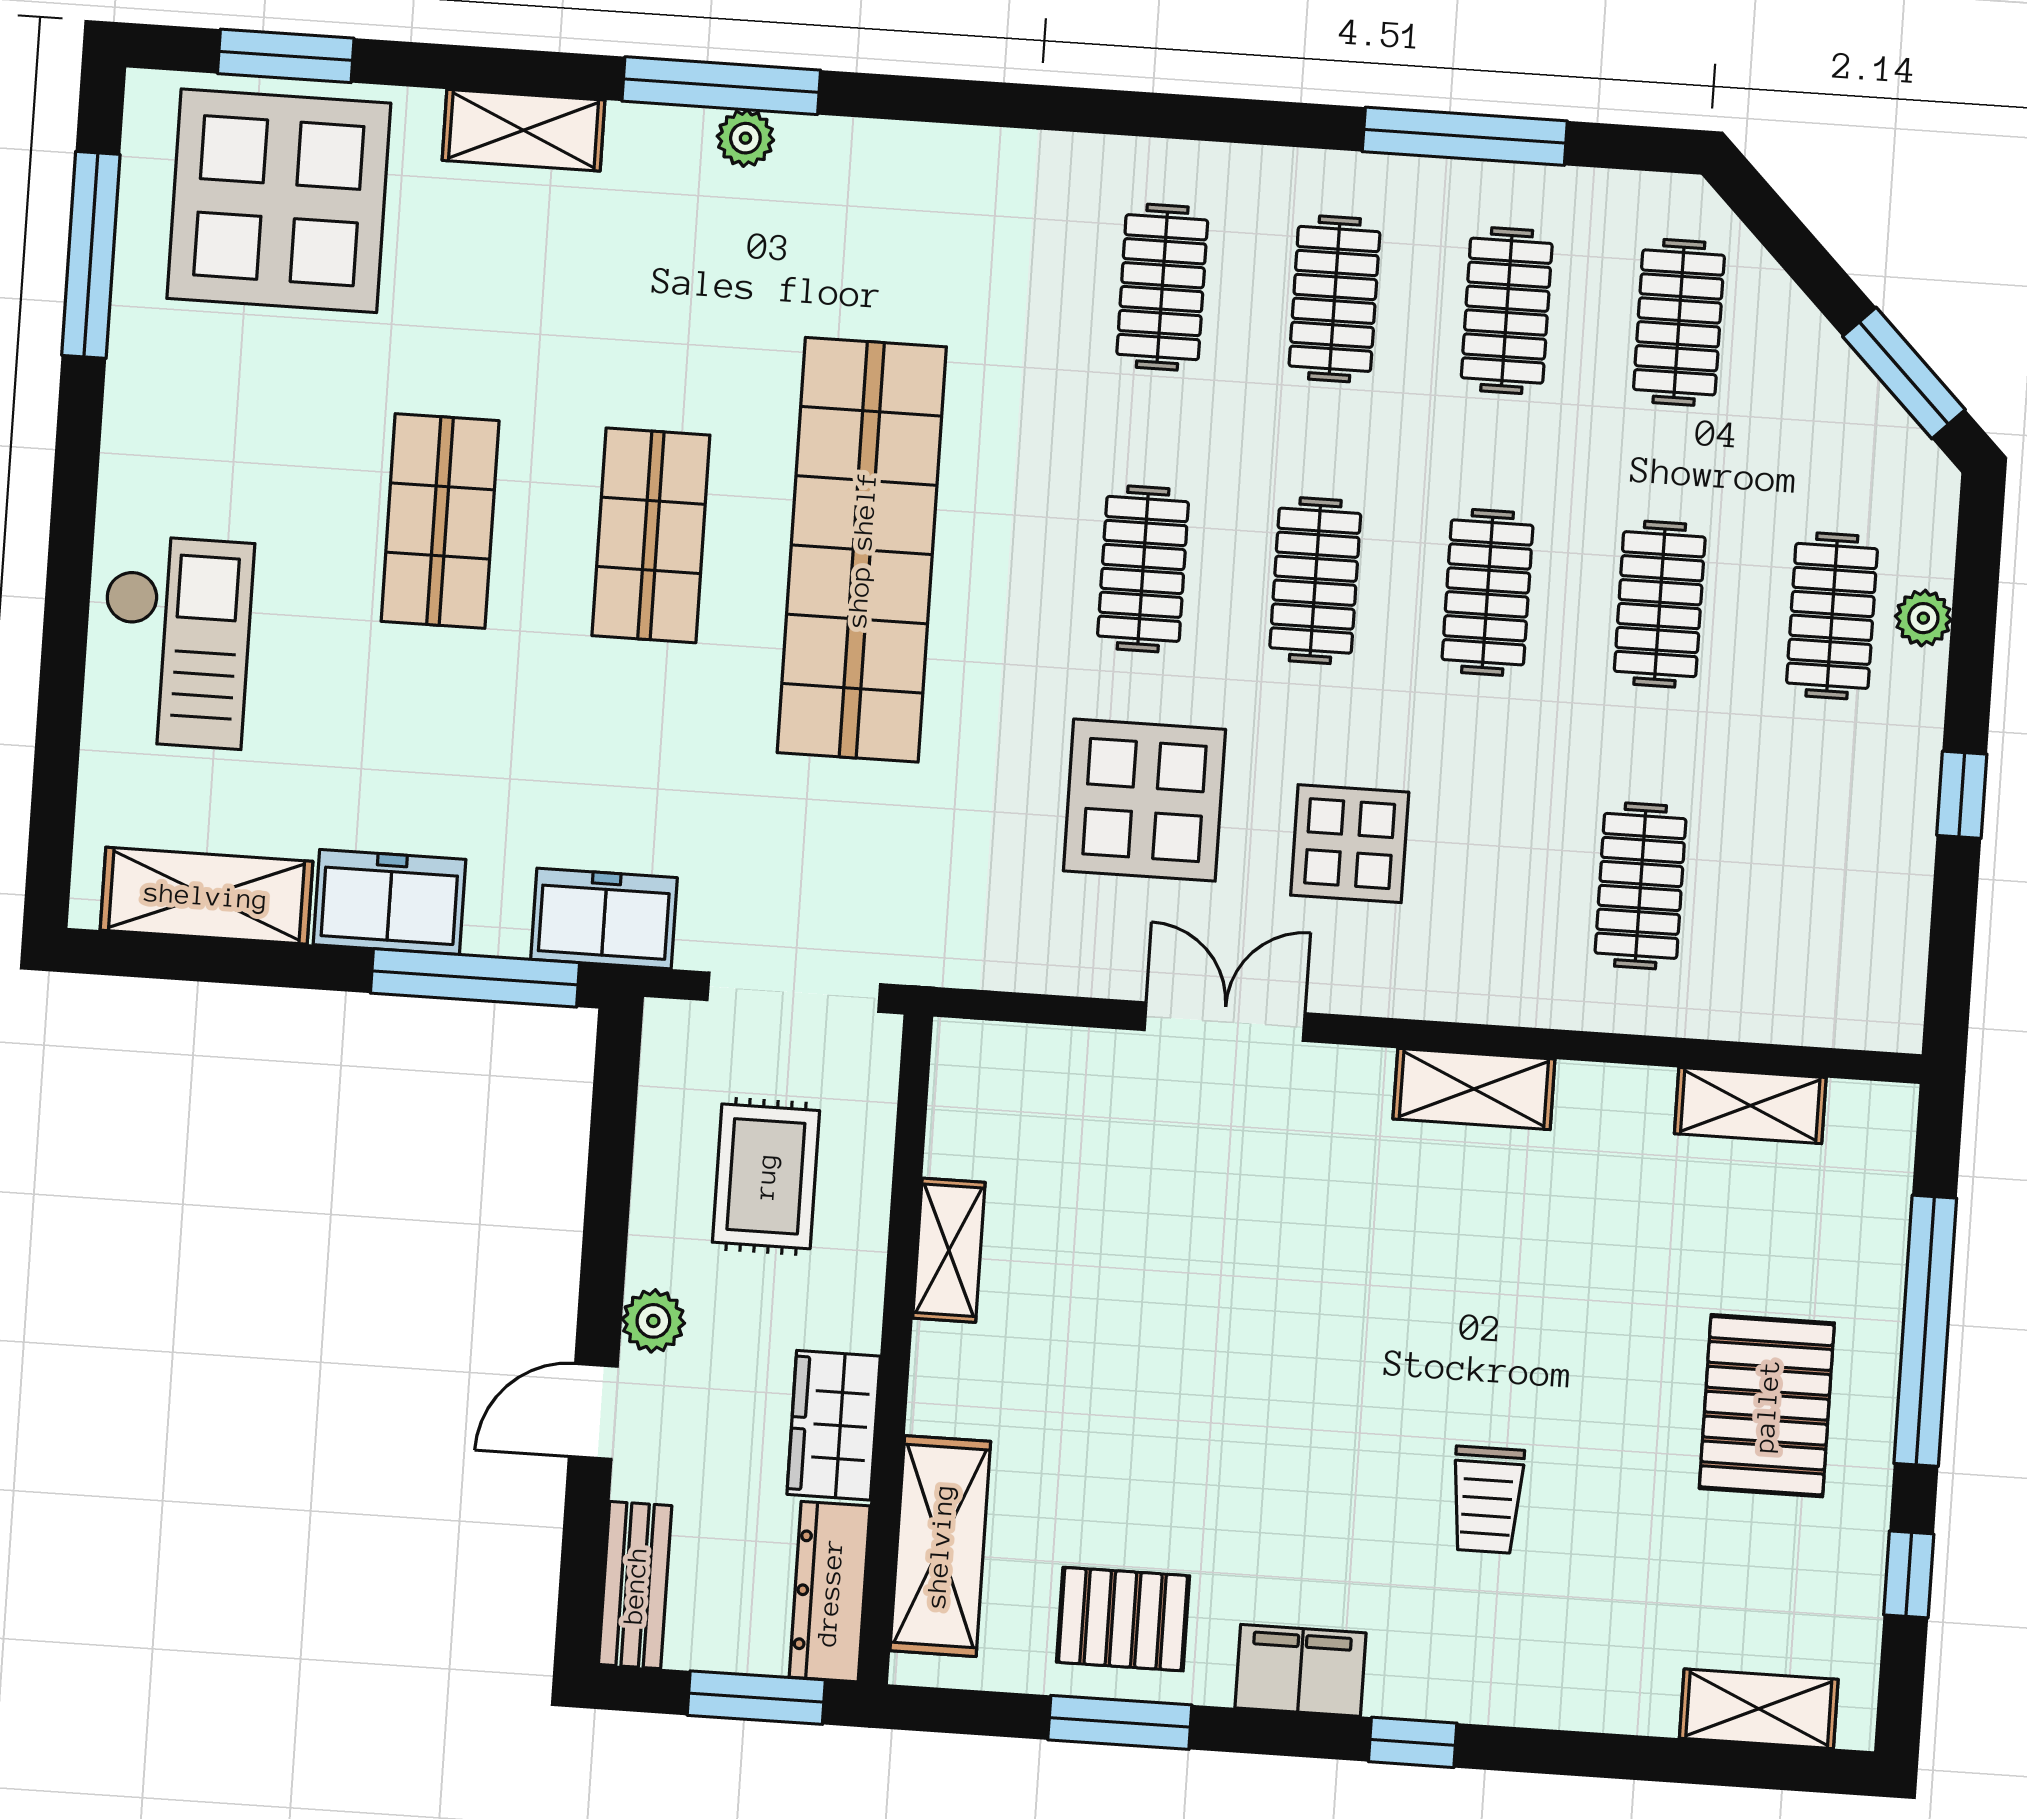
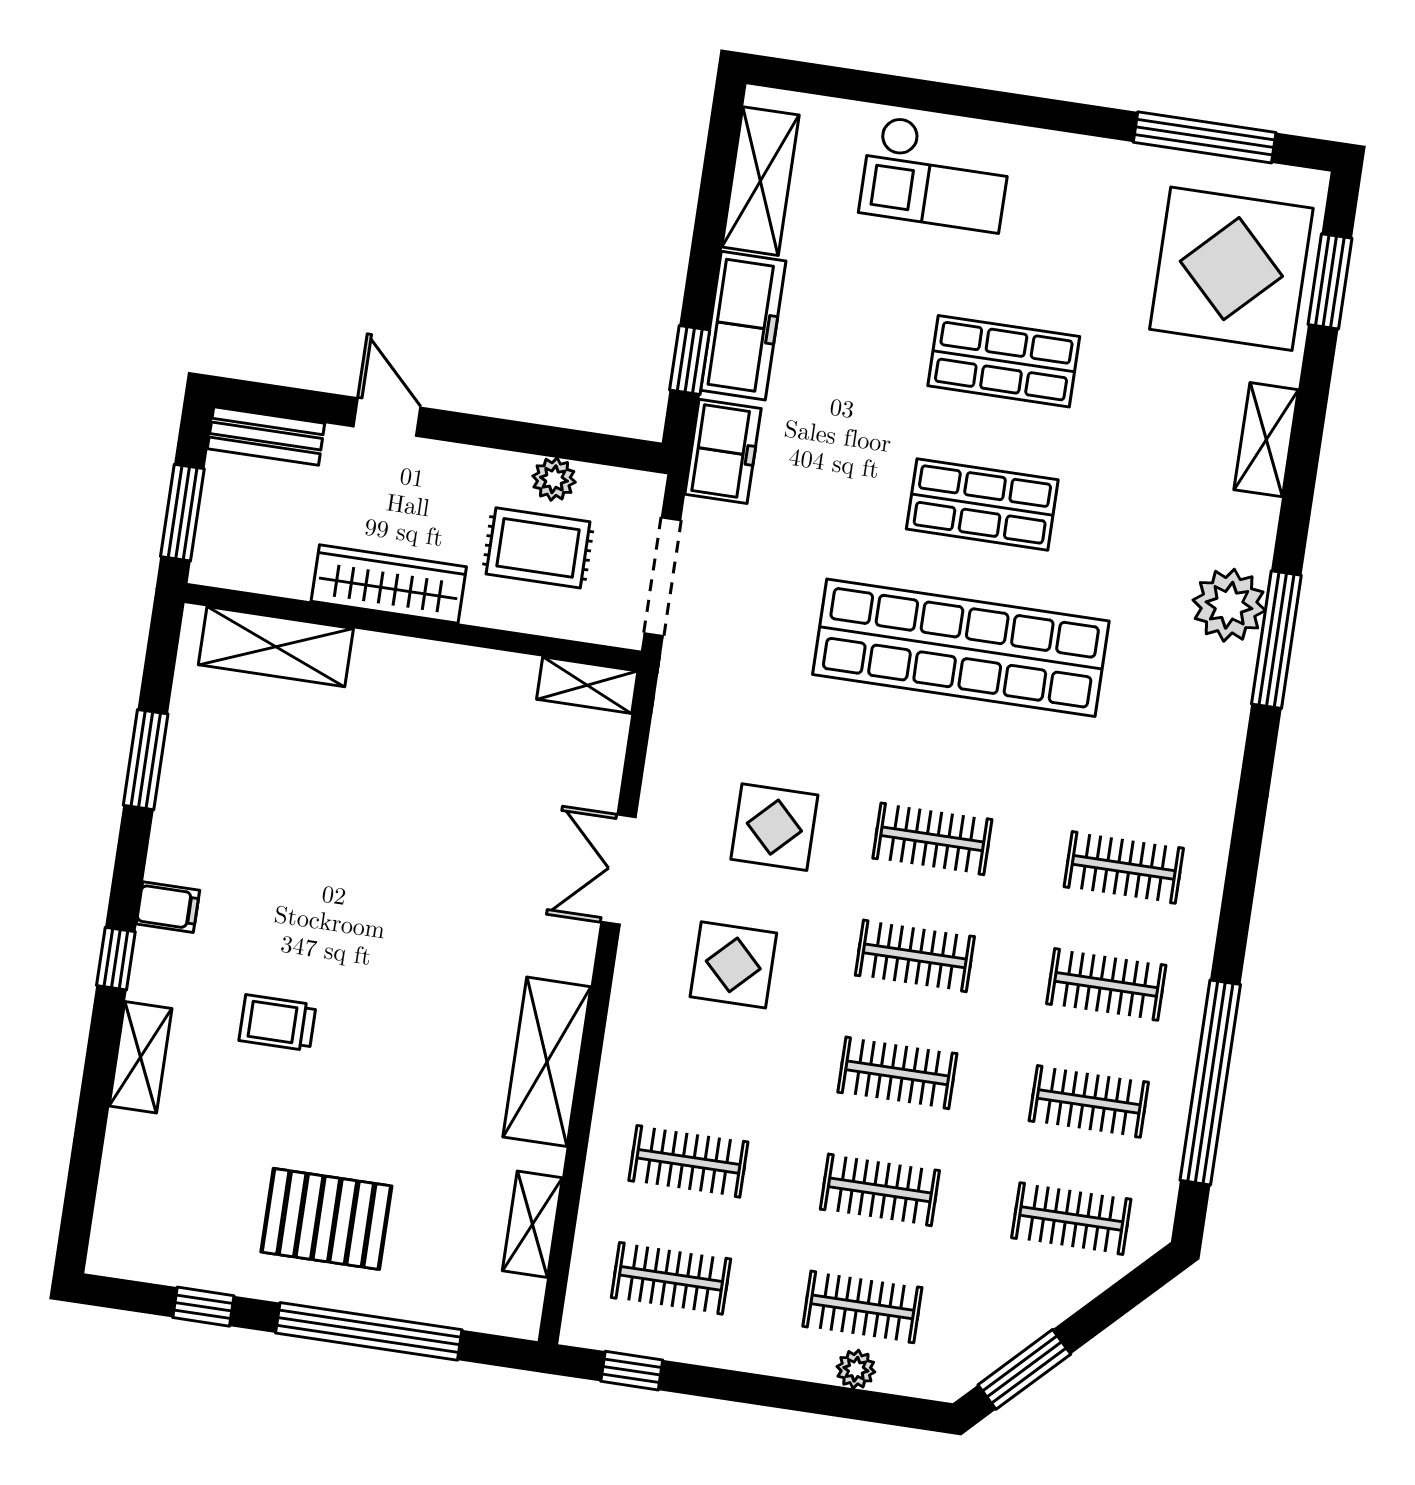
window: (721, 86) -> (1276, 640), moved
window: (1465, 136) -> (1210, 1082), width x1.46
plant: (745, 138) -> (1229, 605), width x1.88, depth x1.88
window: (1962, 795) -> (632, 1371), moved
display table: (1144, 800) -> (774, 827), width x0.73, depth x0.73
clothes rail: (1813, 898) -> (671, 1278), added
freezer: (390, 902) -> (743, 326), width x1.40
window: (475, 978) -> (690, 360), width x0.46
double door: (1225, 1022) -> (619, 870), swing flipped
shelving: (1474, 1089) -> (547, 1062), width x1.50, depth x1.33
shelving: (949, 1250) -> (587, 685), moved
plant: (653, 1321) -> (554, 479), moved
wardrobe: (834, 1425) -> (389, 584), width x1.50
dresser: (830, 1592) -> (251, 569), removed
pallet: (1123, 1619) -> (216, 767), removed
filing cabinet: (1301, 1670) -> (168, 907), width x0.50
shelving: (1759, 1709) -> (141, 1057), moved

